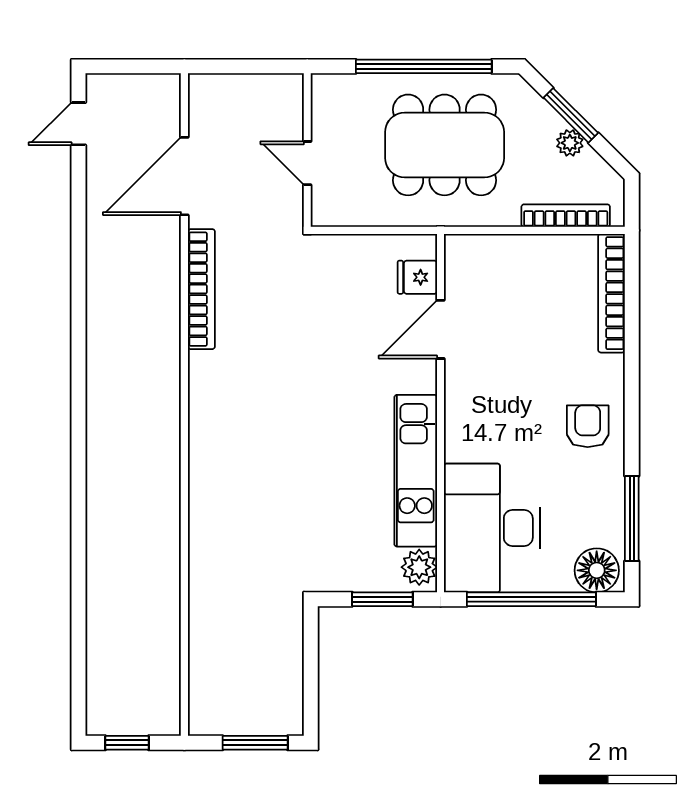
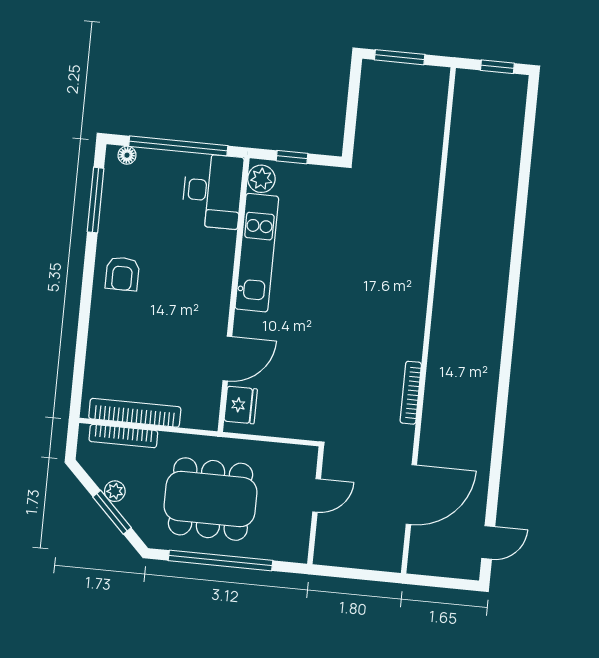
door: (307, 163) -> (317, 495), hinge flipped
fridge: (417, 277) -> (241, 405), width x1.38
bookcase: (201, 289) -> (411, 393), width x0.68, depth x0.76
bookcase: (612, 293) -> (135, 413), moved, turned -90
desk: (492, 528) -> (213, 191), width x0.73, depth x0.77
floor lamp: (597, 570) -> (127, 155), width x0.53, depth x0.53
window: (382, 599) -> (292, 157), width x0.67

